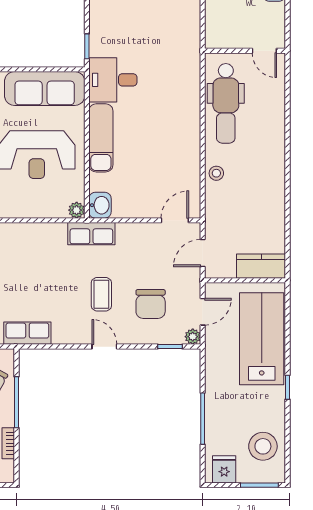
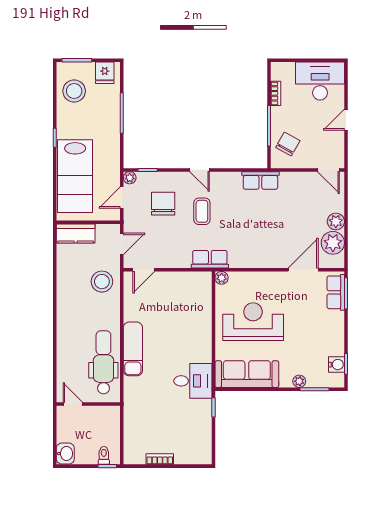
exam couch: (101, 138) -> (133, 349), moved, turned 180
stool: (216, 173) -> (102, 282), moved, width x1.89, depth x1.89
washbasin: (100, 205) -> (203, 282), removed

